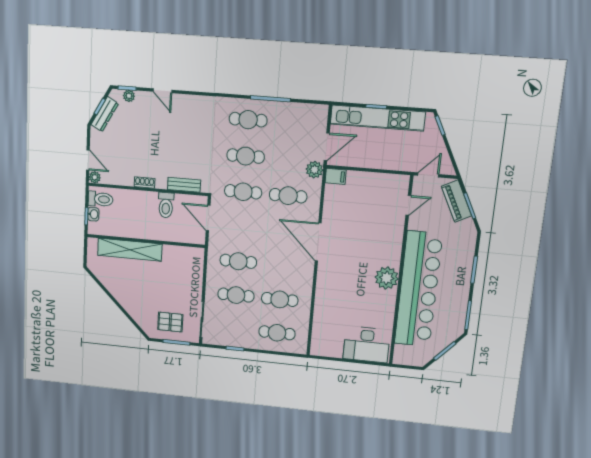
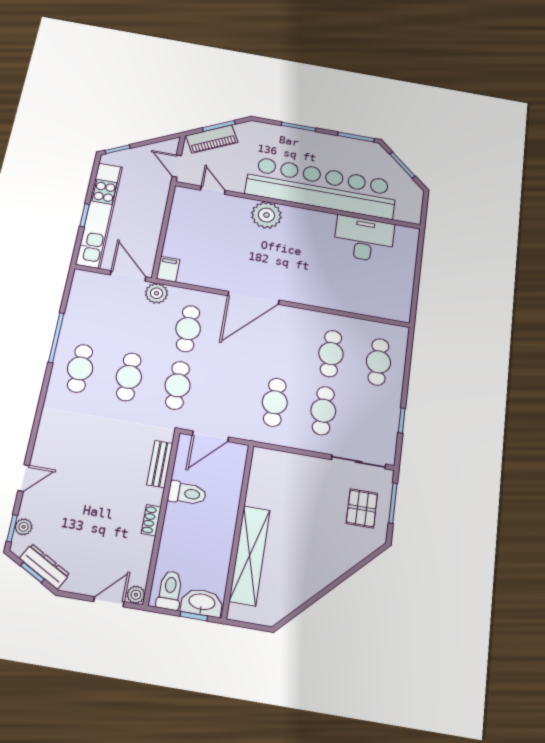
washbasin: (93, 214) -> (202, 603), width x1.91, depth x1.45
plant: (387, 278) -> (266, 215), moved
desk: (367, 345) -> (364, 239), moved, turned -90

